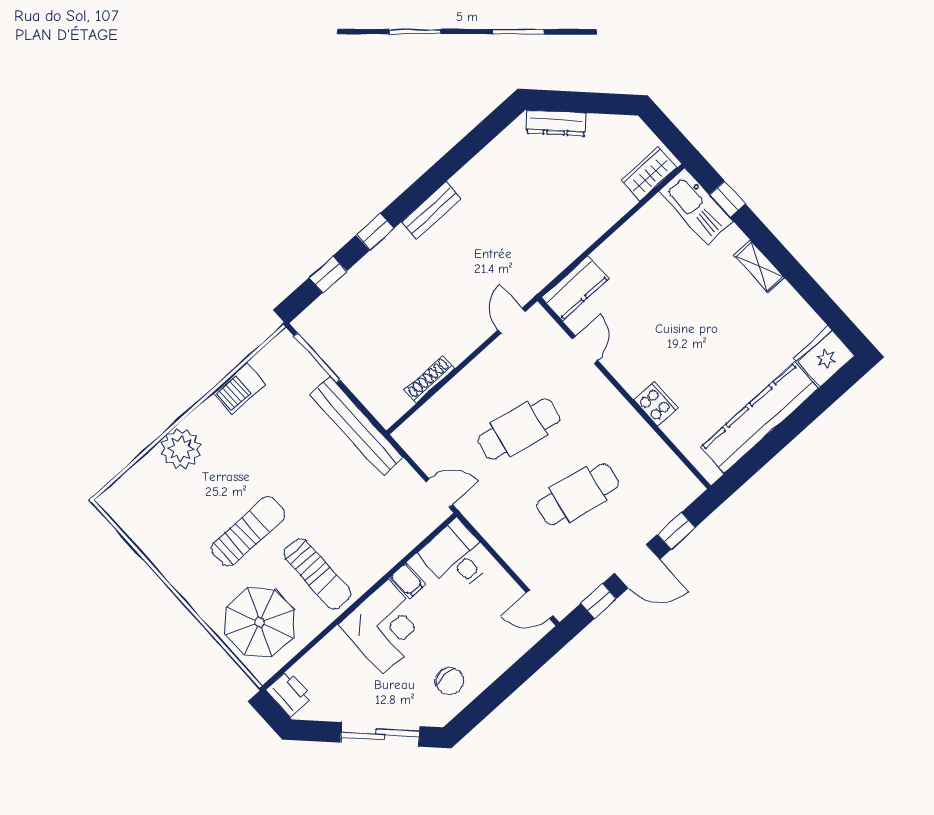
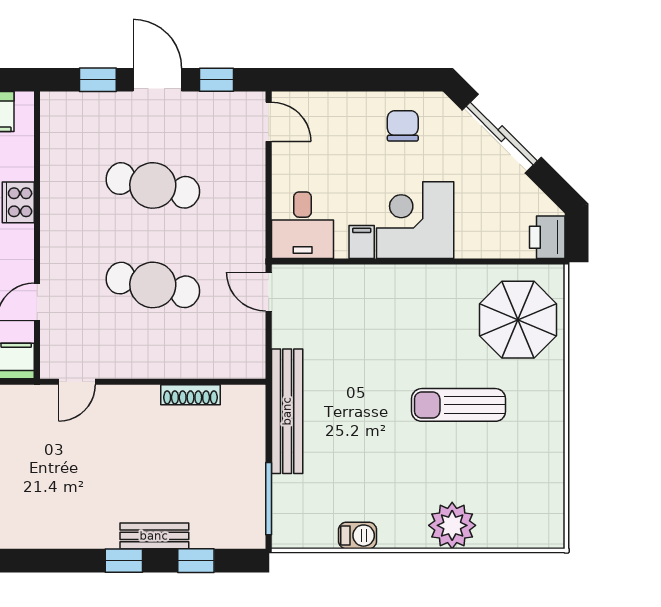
bench: (431, 211) -> (154, 536), moved
barbecue: (239, 389) -> (358, 536), width x0.73, depth x0.79
sun lounger: (317, 574) -> (433, 316), removed

